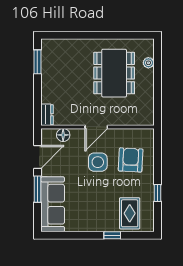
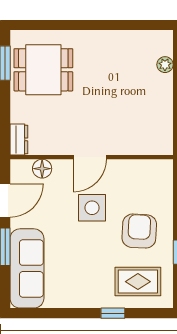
dining table: (114, 73) -> (43, 70), moved, width x0.73
armchair: (131, 160) -> (139, 231), moved
rug: (130, 213) -> (138, 282), turned 90

